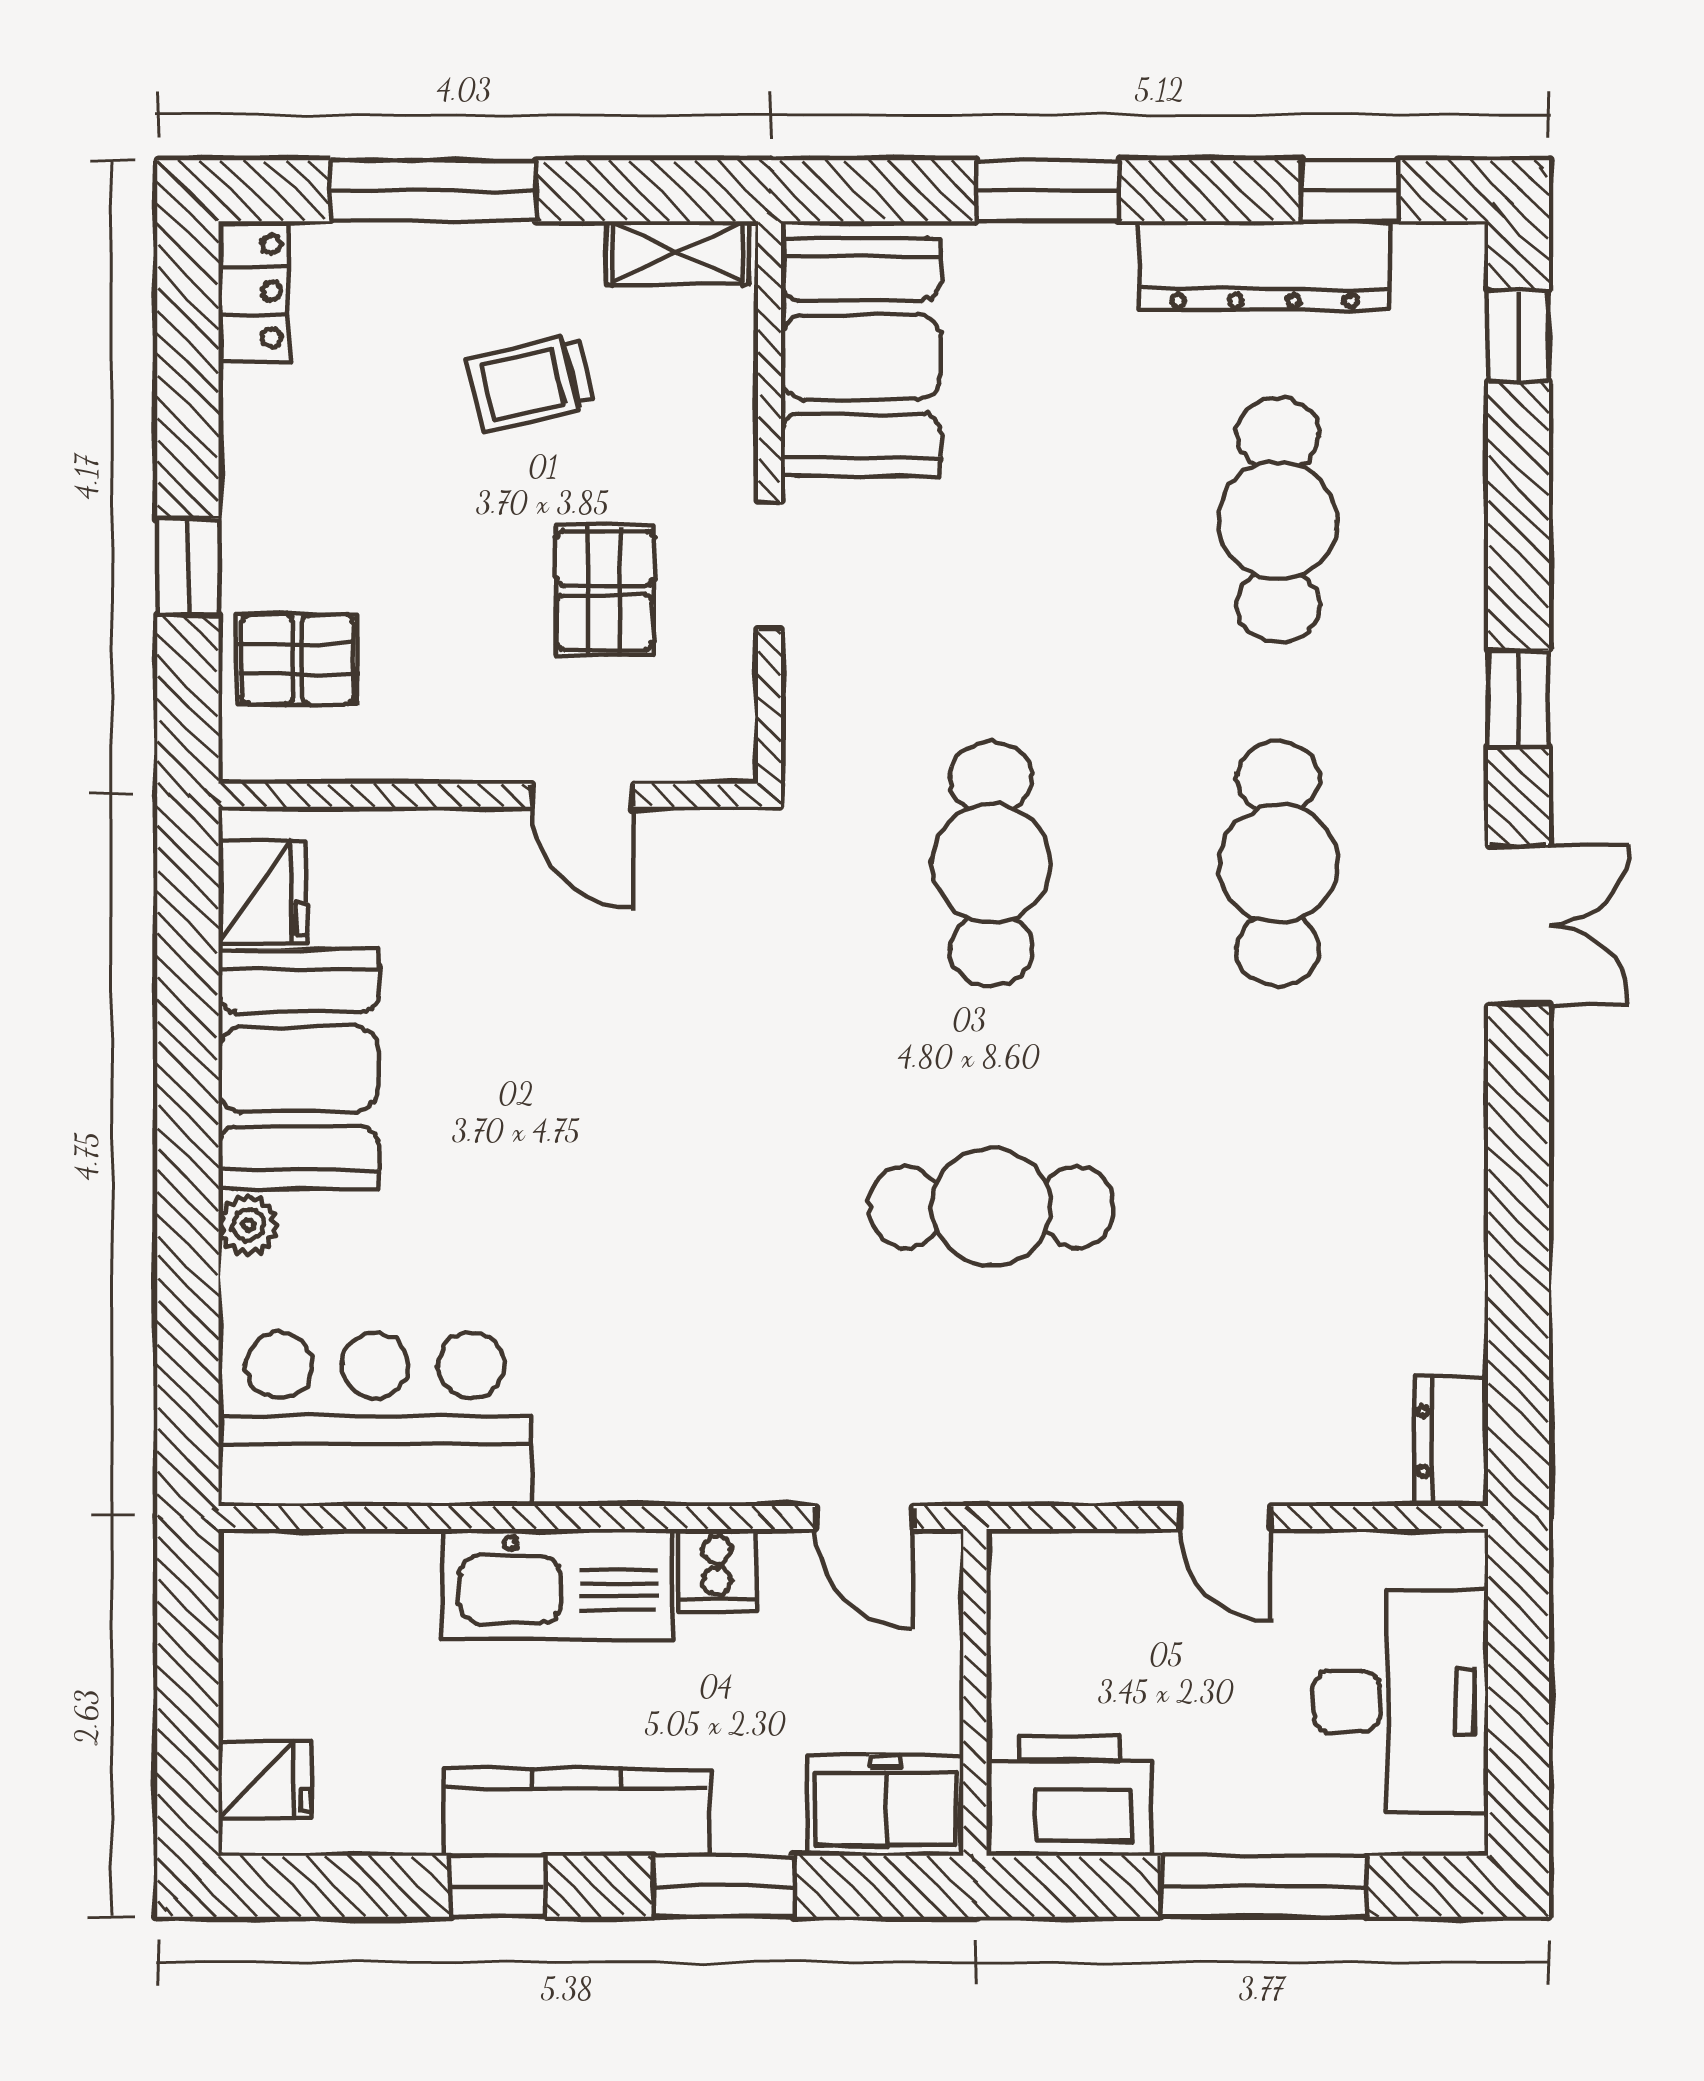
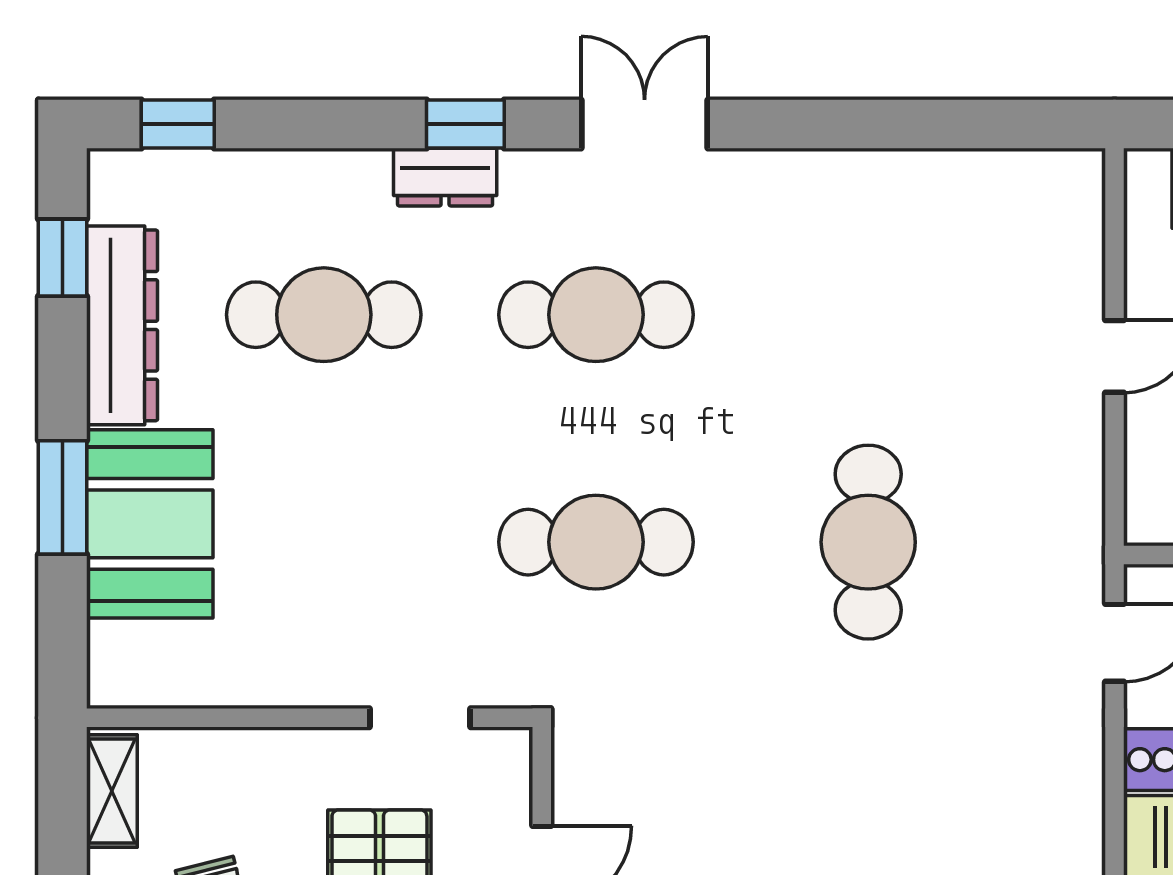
booth: (861, 357) -> (150, 524), moved, turned 90
doorway: (770, 566) -> (420, 718), moved
dresser: (1452, 1441) -> (445, 177), moved

